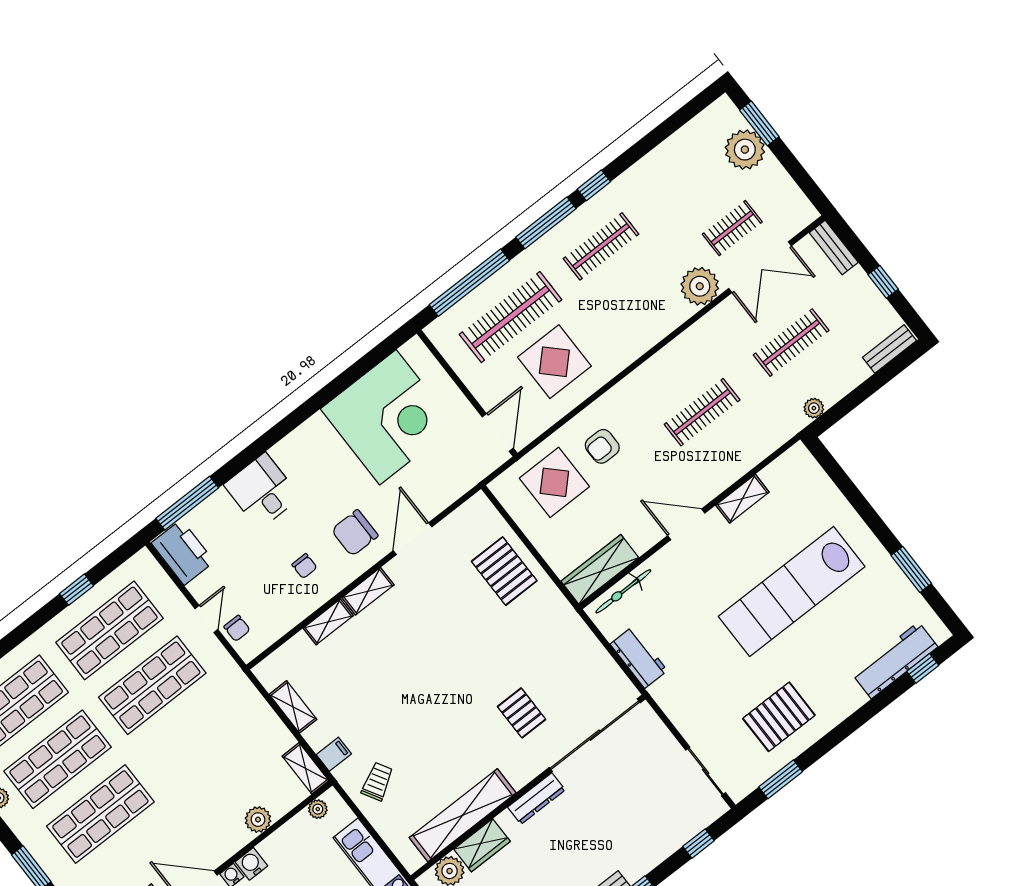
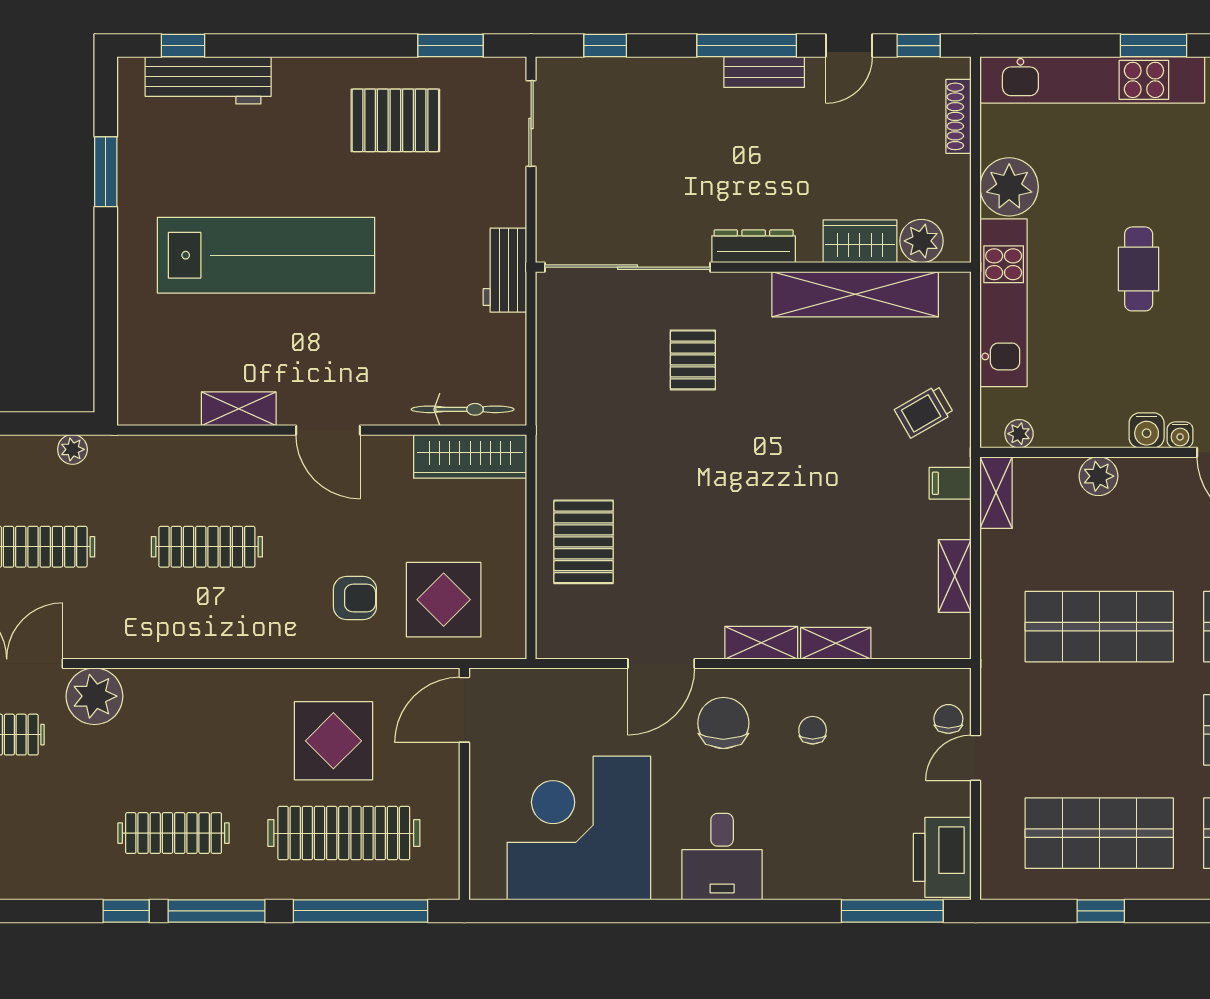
desk: (262, 491) -> (722, 857), moved
chair: (355, 533) -> (723, 723), turned -90
workbench: (639, 657) -> (505, 270), moved
shop shelf: (152, 685) -> (1099, 627), moved

